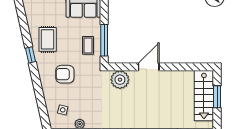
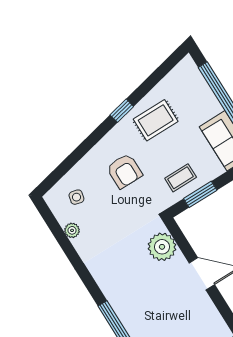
window: (104, 40) -> (200, 194), width x0.69
armchair: (65, 74) -> (124, 171), turned 180

